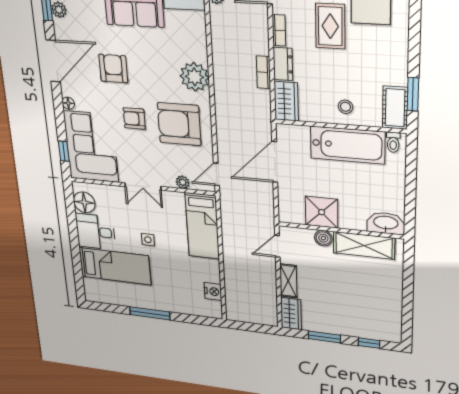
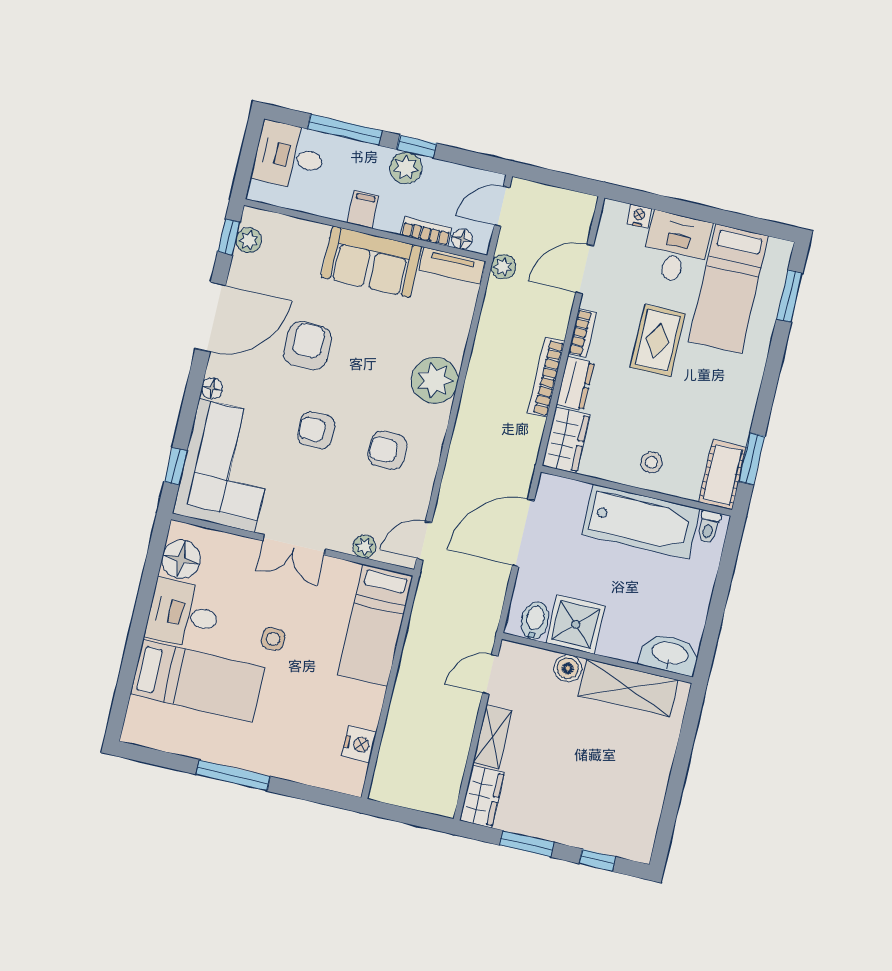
bookcase: (263, 72) -> (546, 377), width x1.56
armchair: (179, 124) -> (388, 450), width x0.53, depth x0.53
bidet: (296, 213) -> (535, 621), added

